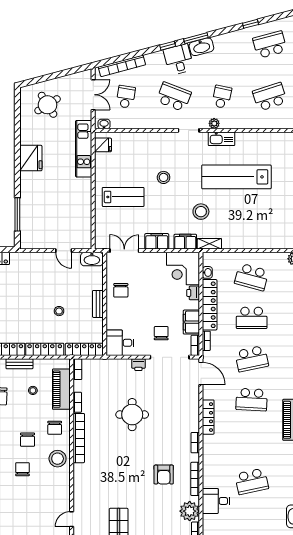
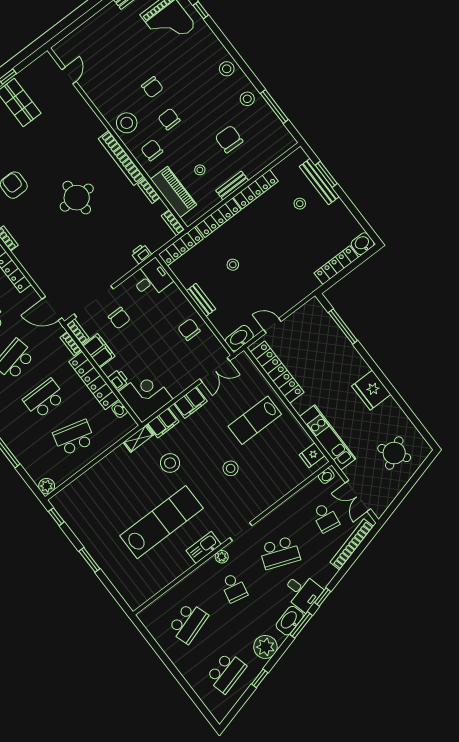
plant: (231, 42) -> (265, 647), added
locker: (84, 218) -> (277, 372), added
printer: (138, 365) -> (141, 254), moved
round table: (132, 415) -> (77, 198), moved

